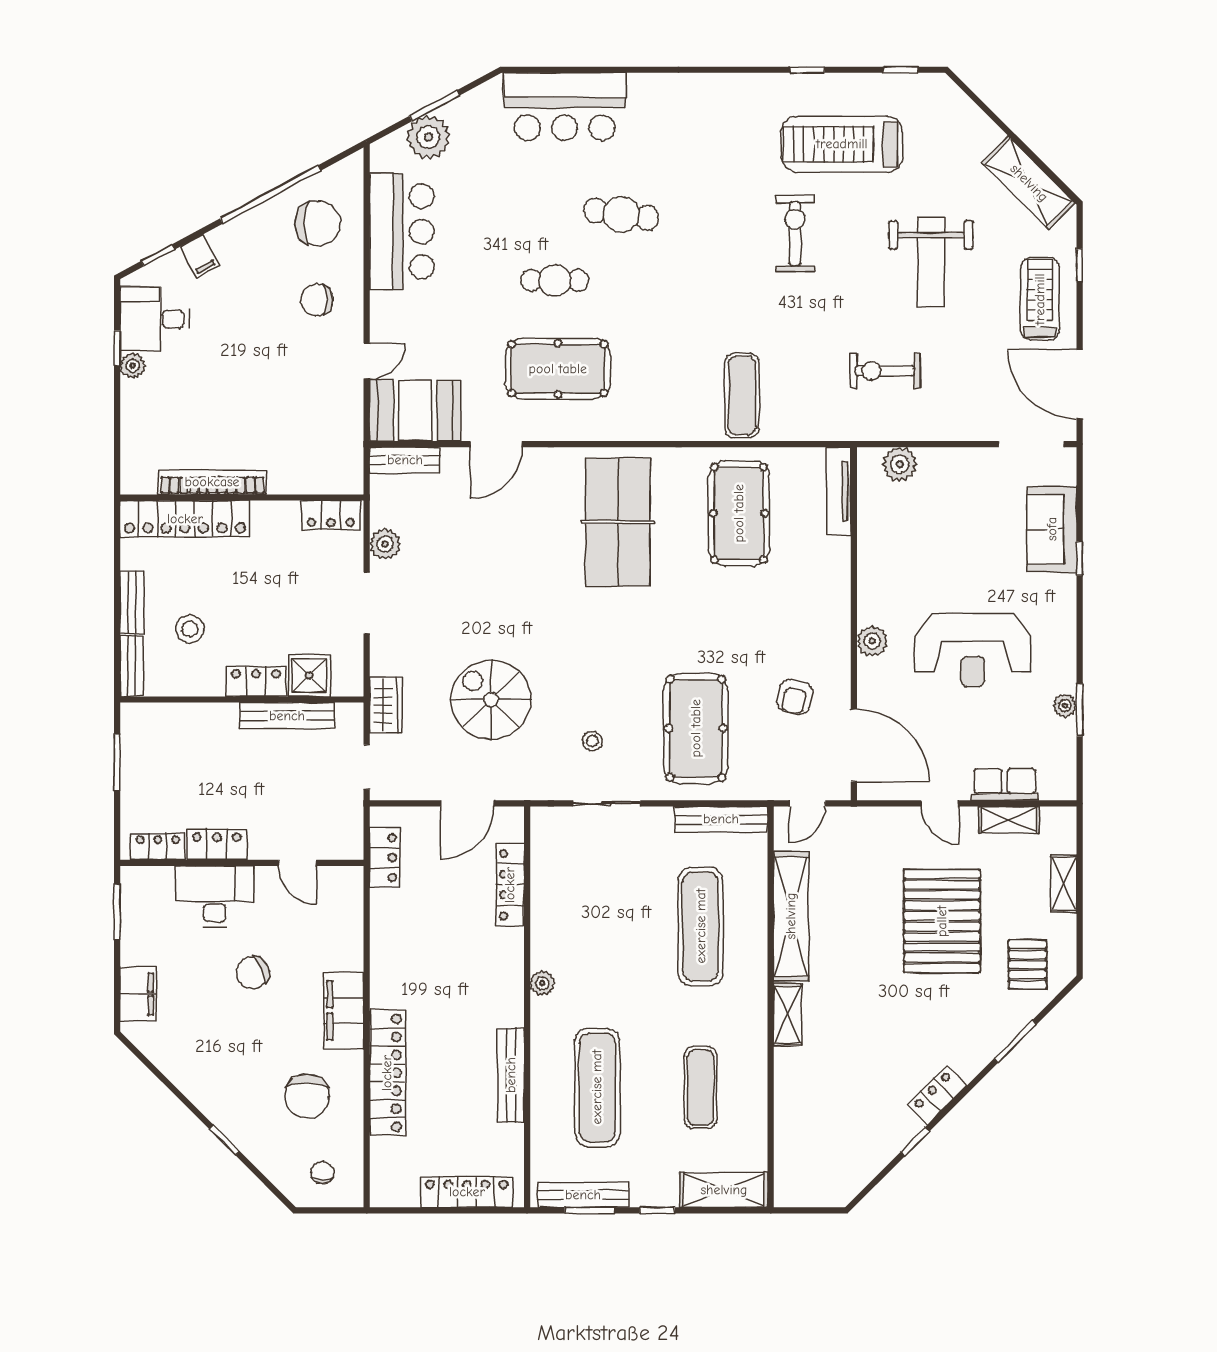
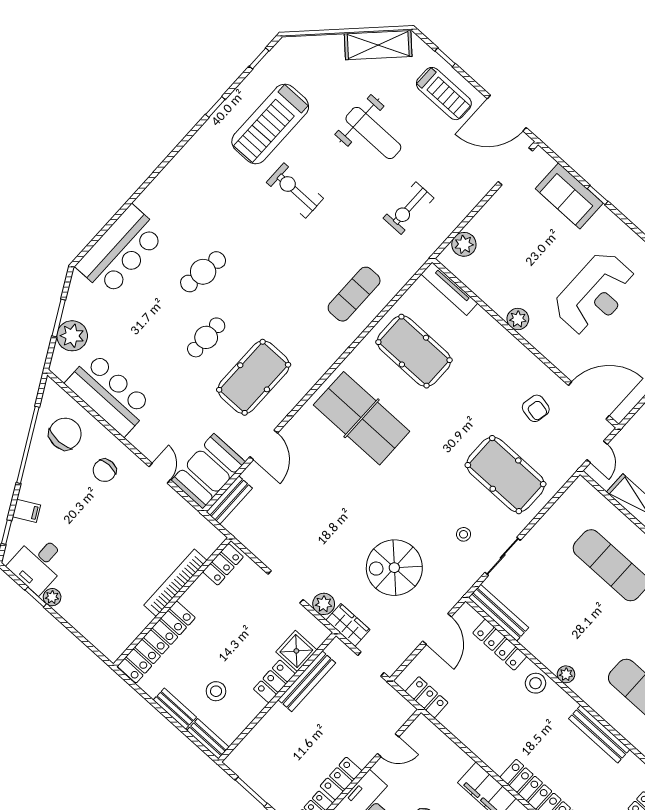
treadmill: (1040, 299) -> (444, 94), turned 180
exercise mat: (742, 395) -> (354, 294), turned 90
bookcase: (212, 482) -> (175, 583), moved
plant: (385, 544) -> (324, 604), moved
plant: (872, 641) -> (518, 319), moved
bench: (721, 819) -> (499, 613), moved, turned 90
stool: (504, 959) -> (535, 683), added

